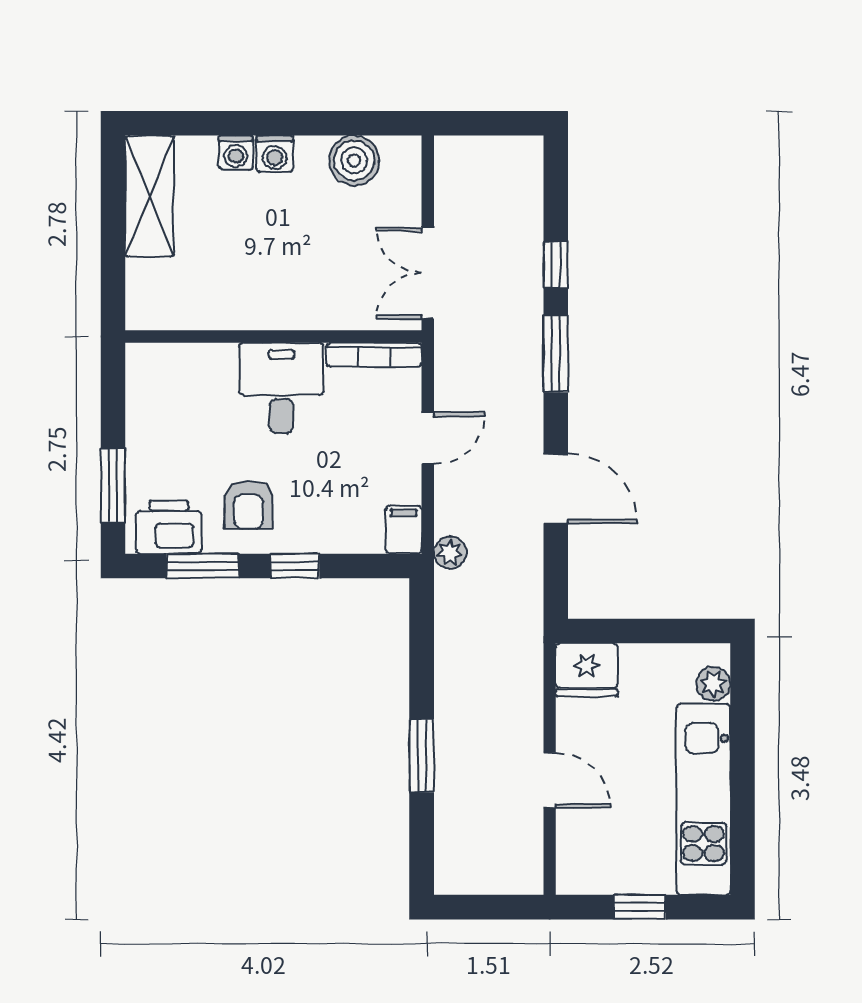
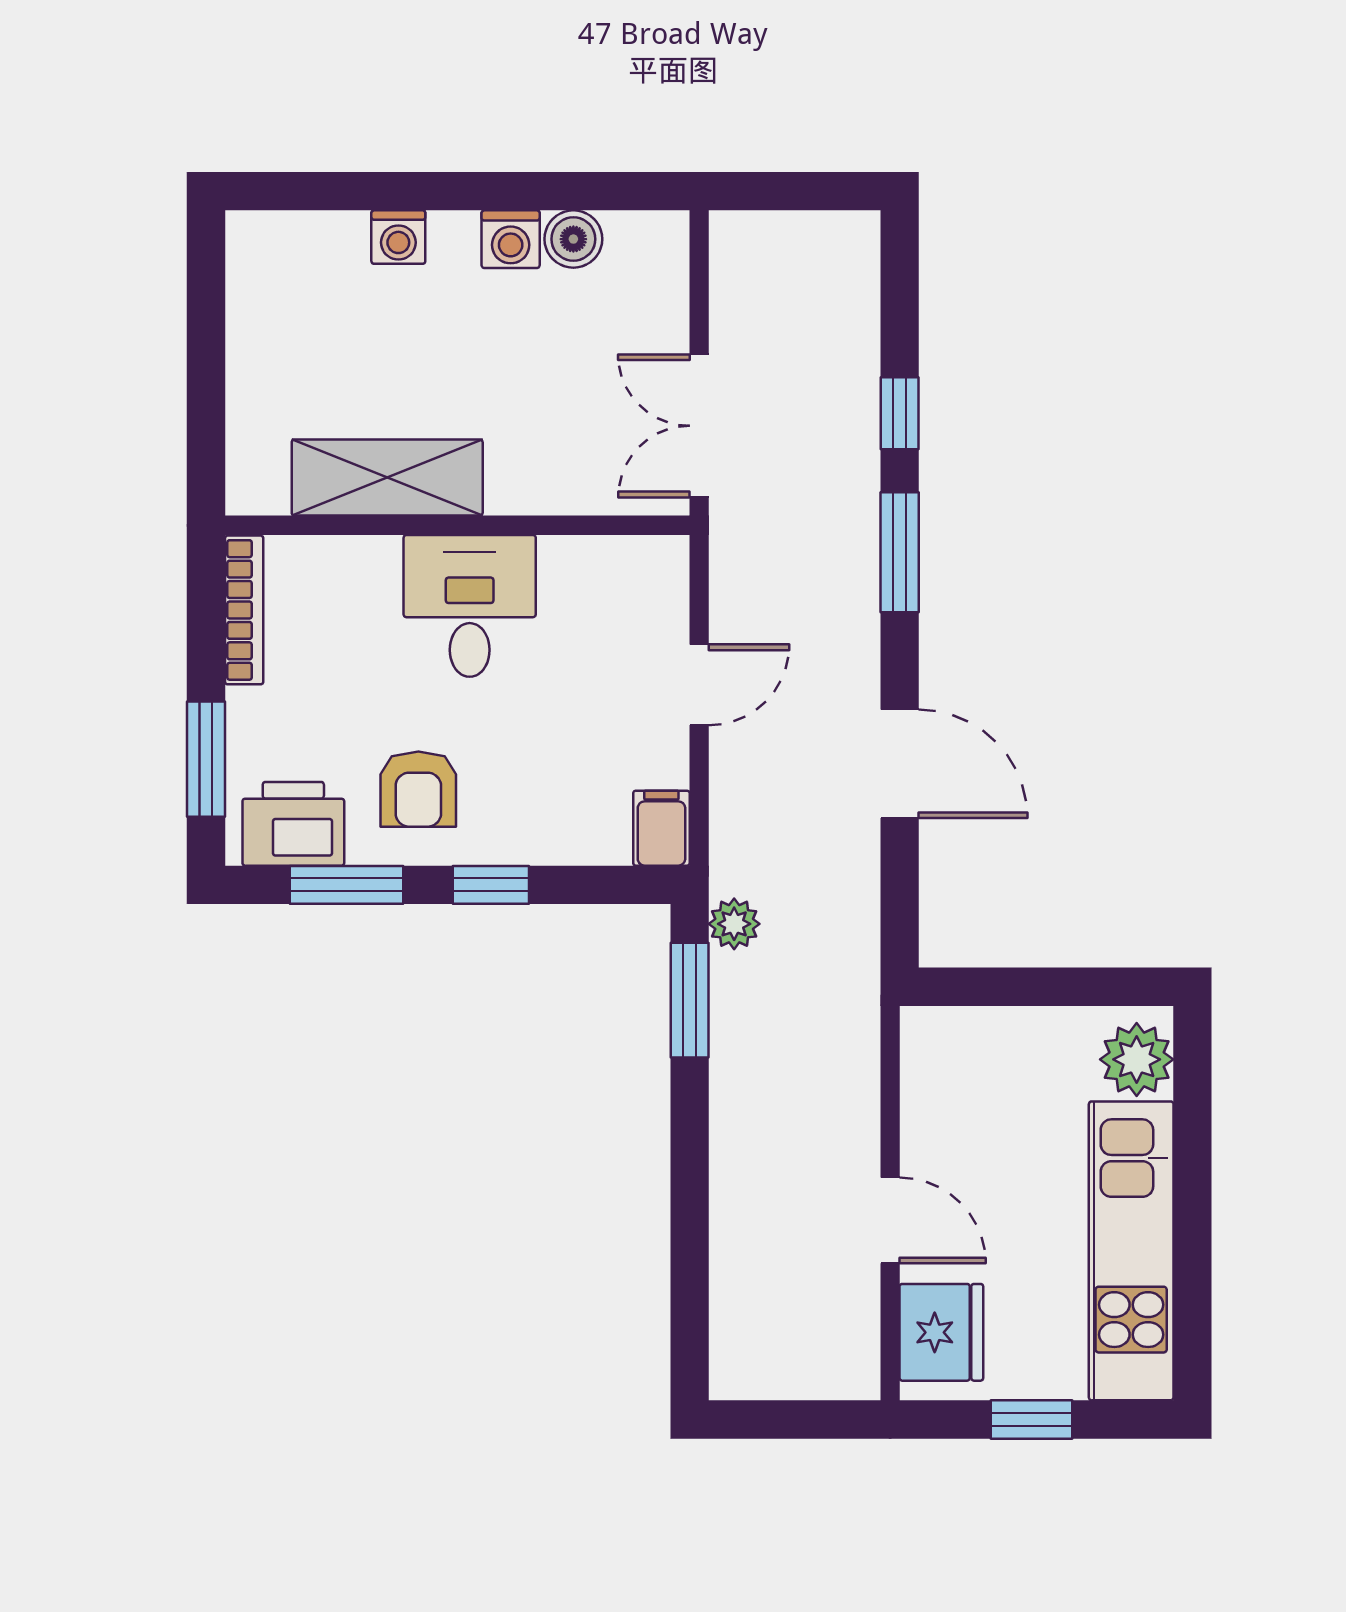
washing machine: (275, 154) -> (511, 239), moved
boiler: (354, 160) -> (573, 239), width x0.73, depth x0.73
shelving: (149, 196) -> (387, 478), moved, turned 90
bookcase: (374, 355) -> (244, 610), moved, turned -90
plant: (450, 553) -> (734, 924), moved
fridge: (587, 670) -> (941, 1332), moved, turned -90
plant: (713, 684) -> (1137, 1059), width x1.38, depth x1.38
window: (422, 756) -> (690, 1000), moved

